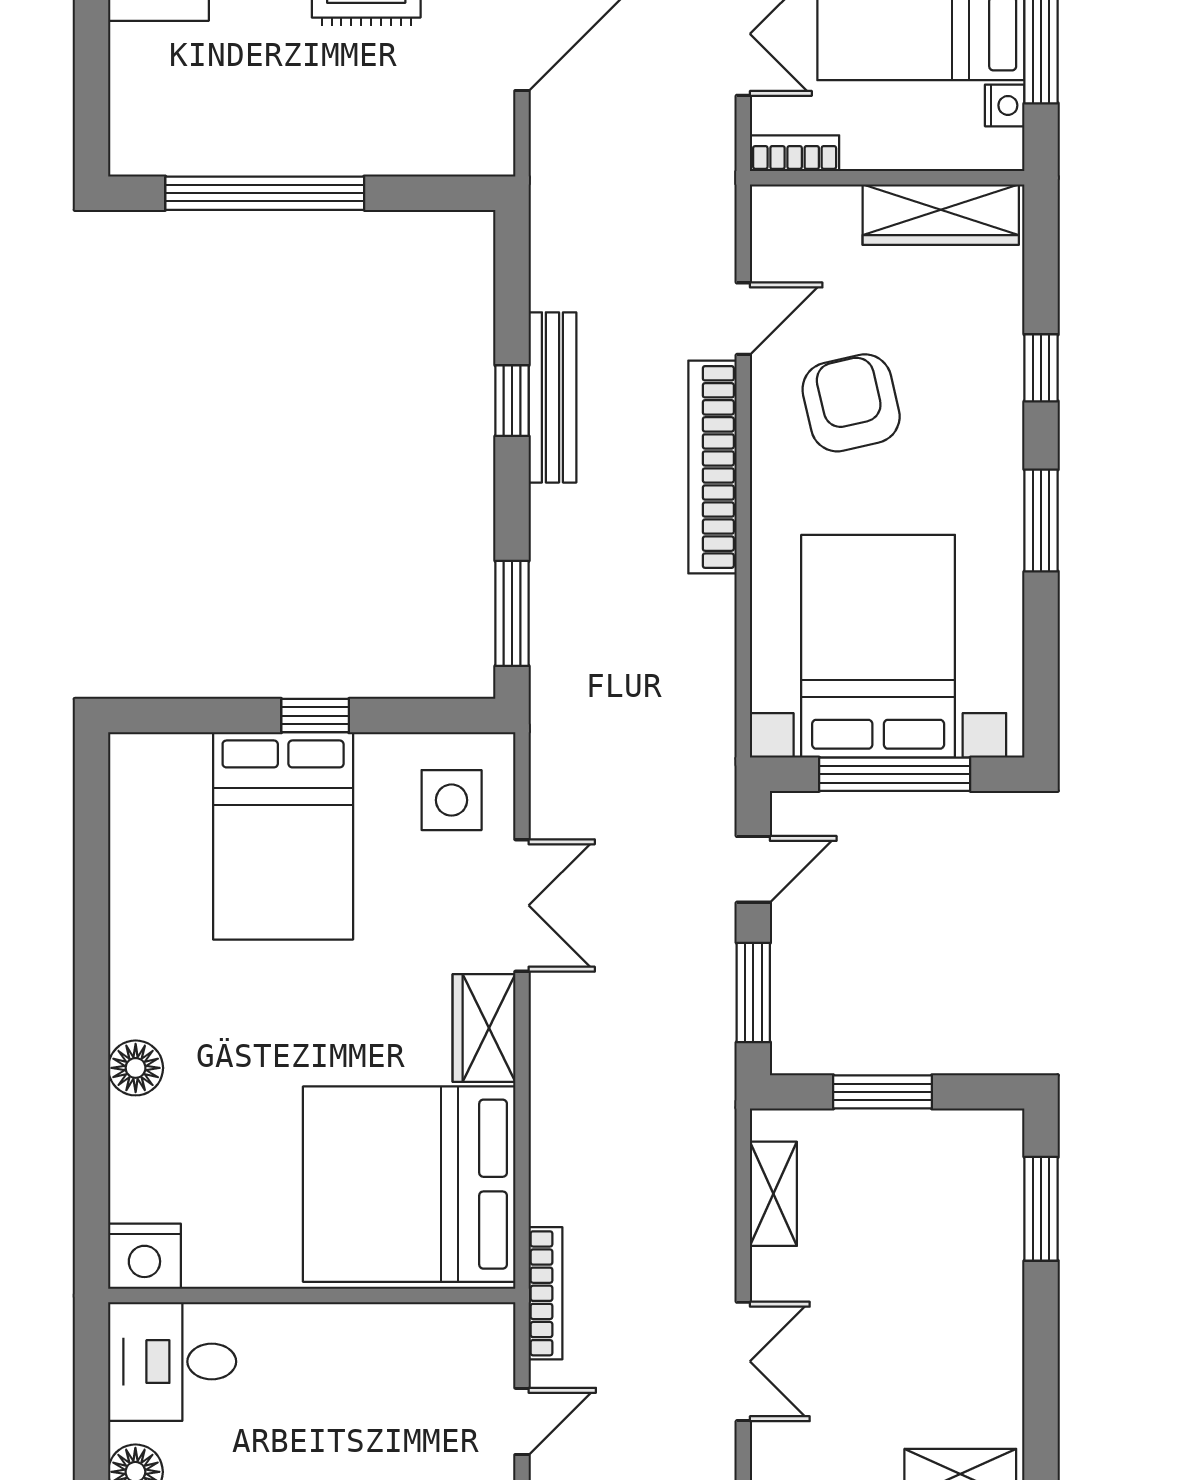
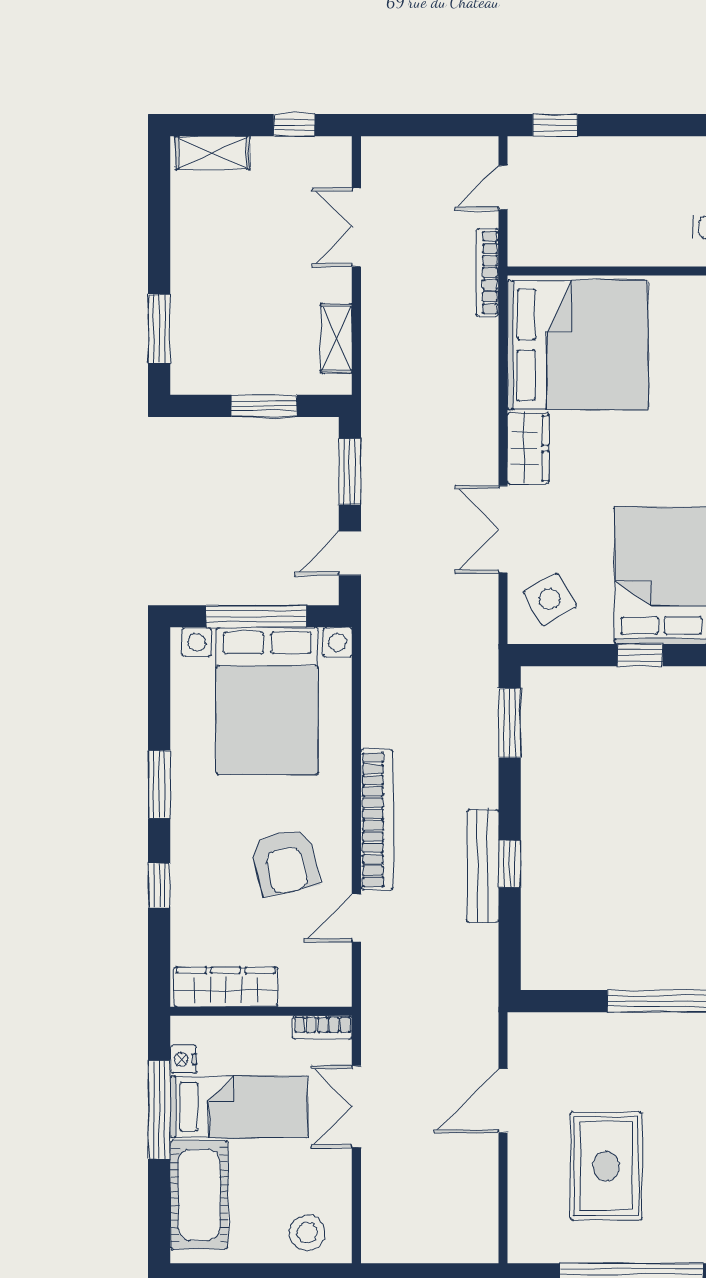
side table: (452, 800) -> (550, 599), turned -30

